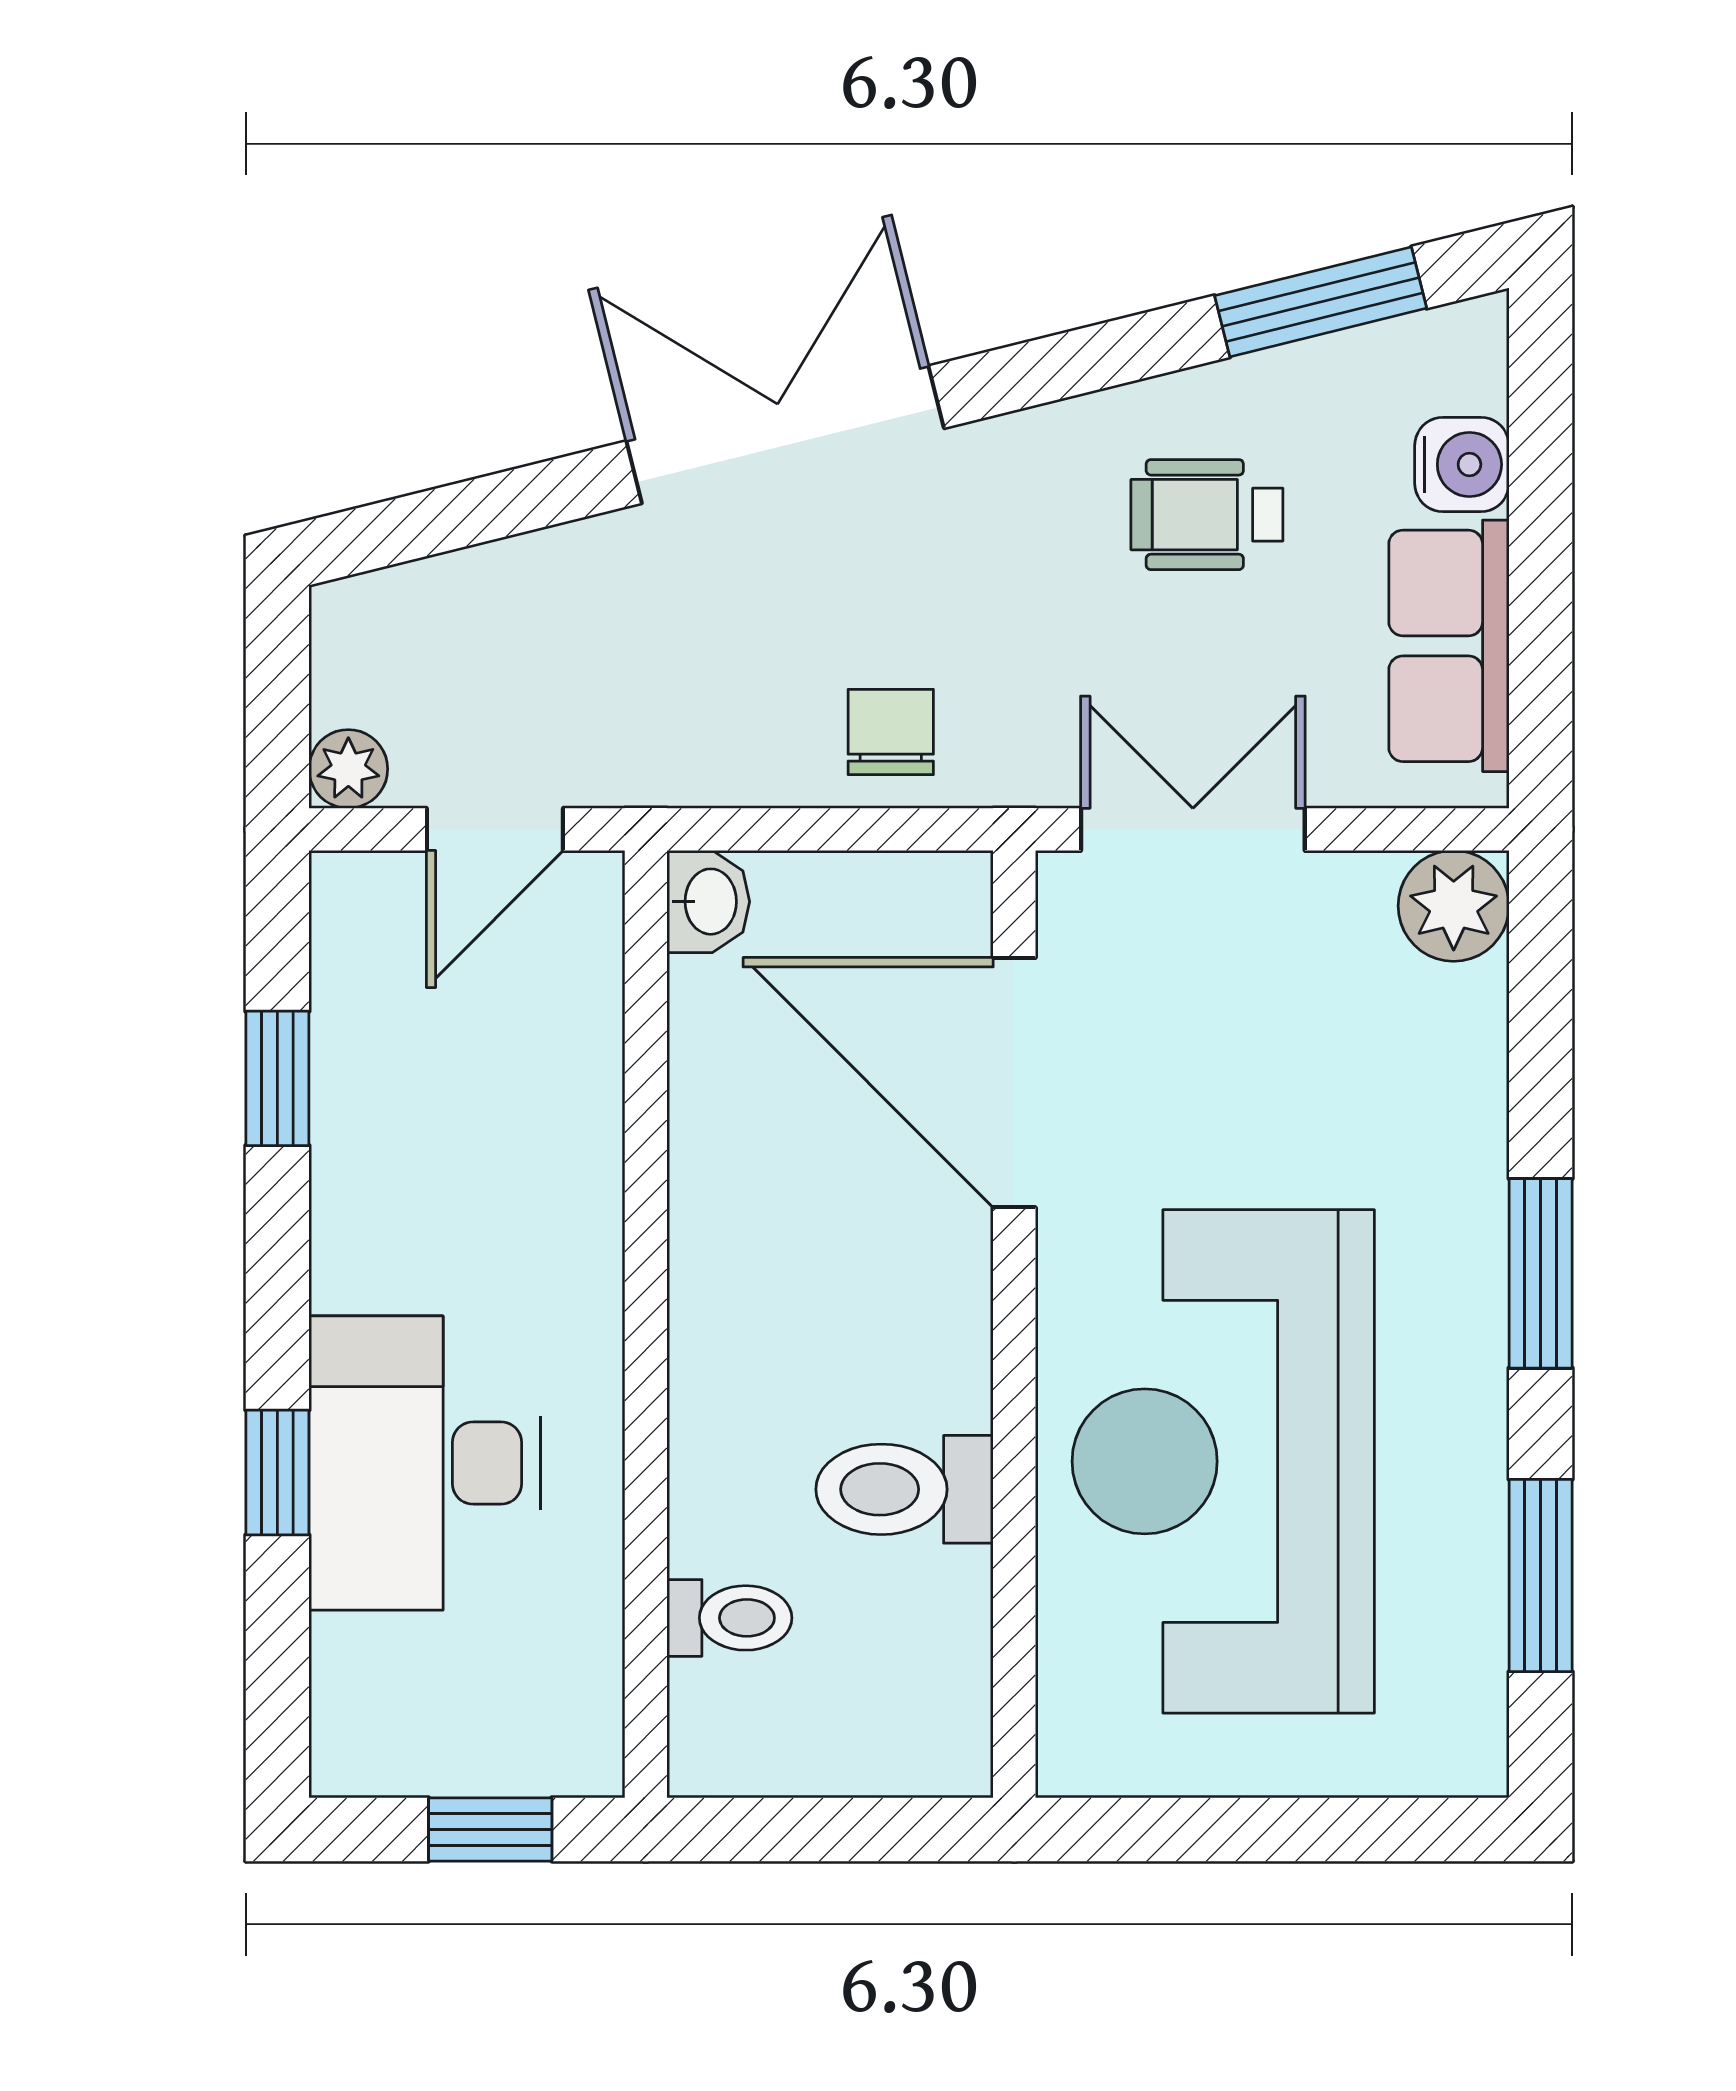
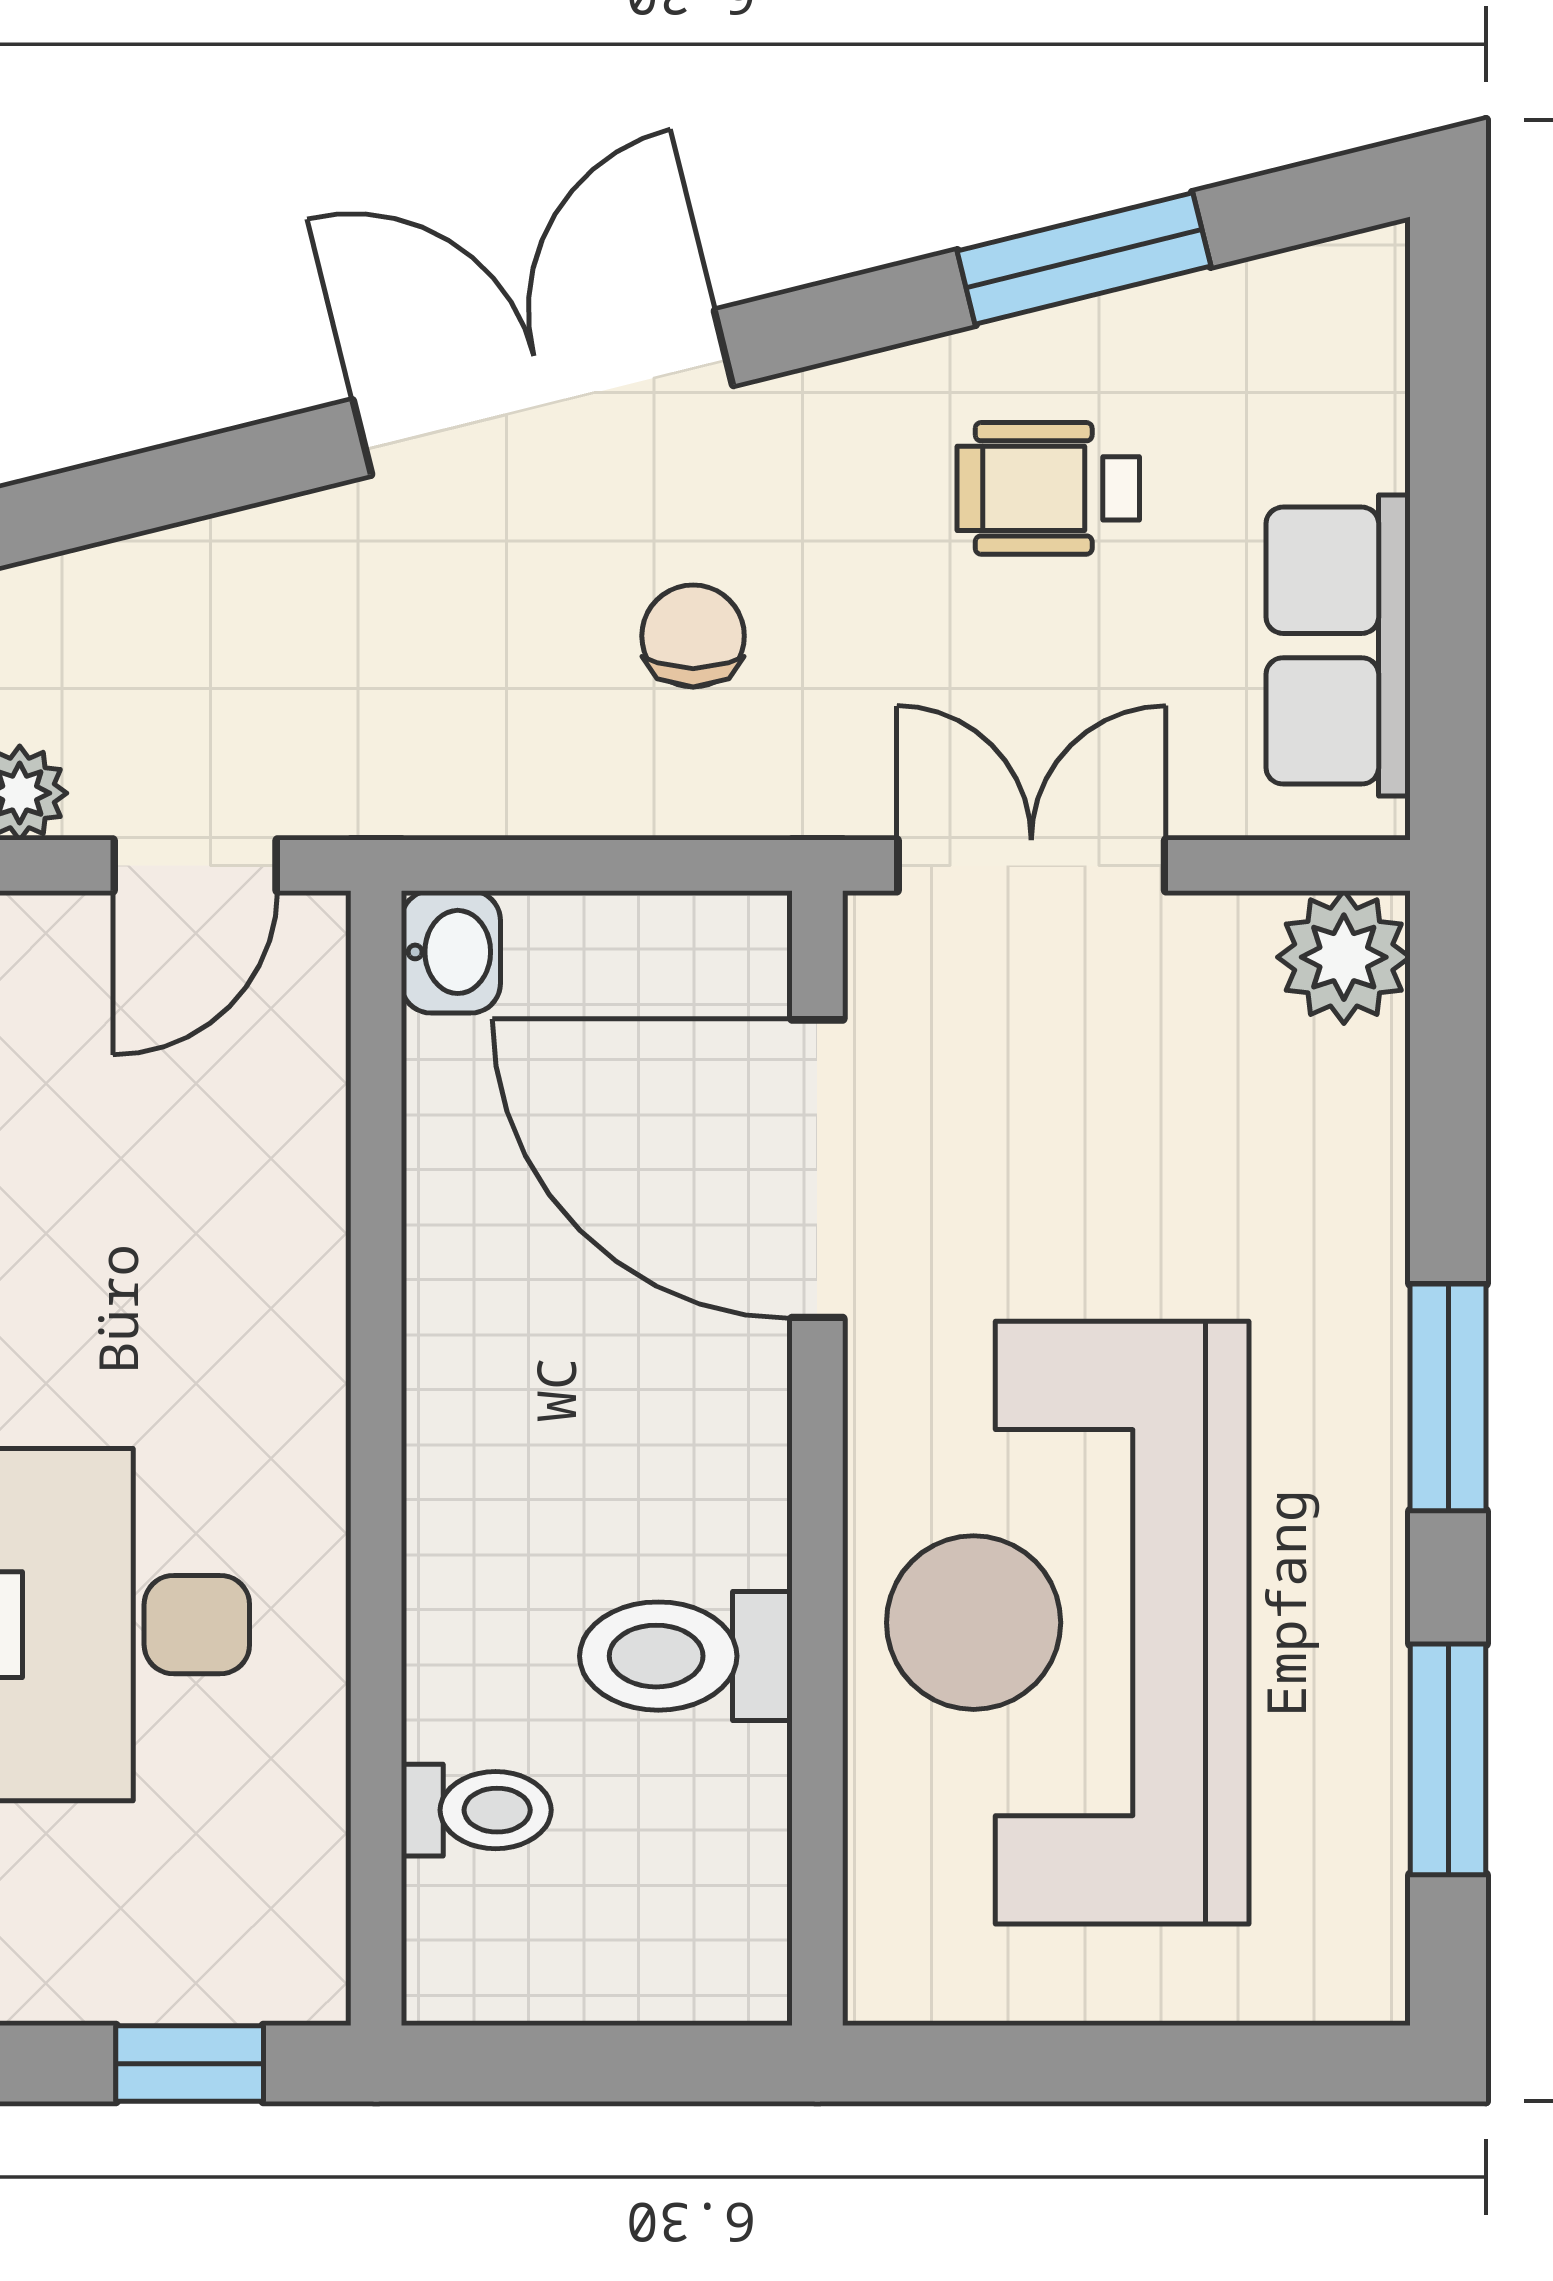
window: (1321, 302) -> (1084, 258), moved
water cooler: (1462, 464) -> (1354, 428), removed
chair: (891, 732) -> (693, 636), moved

